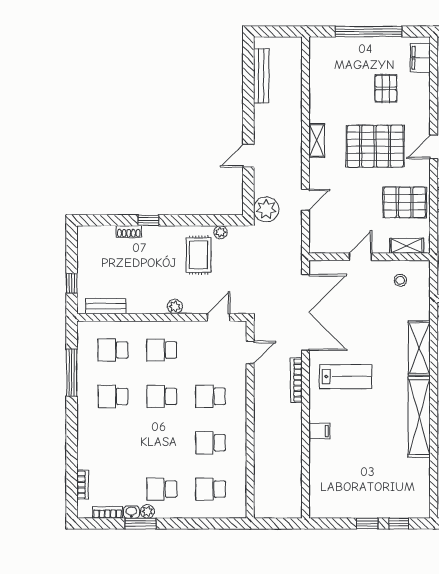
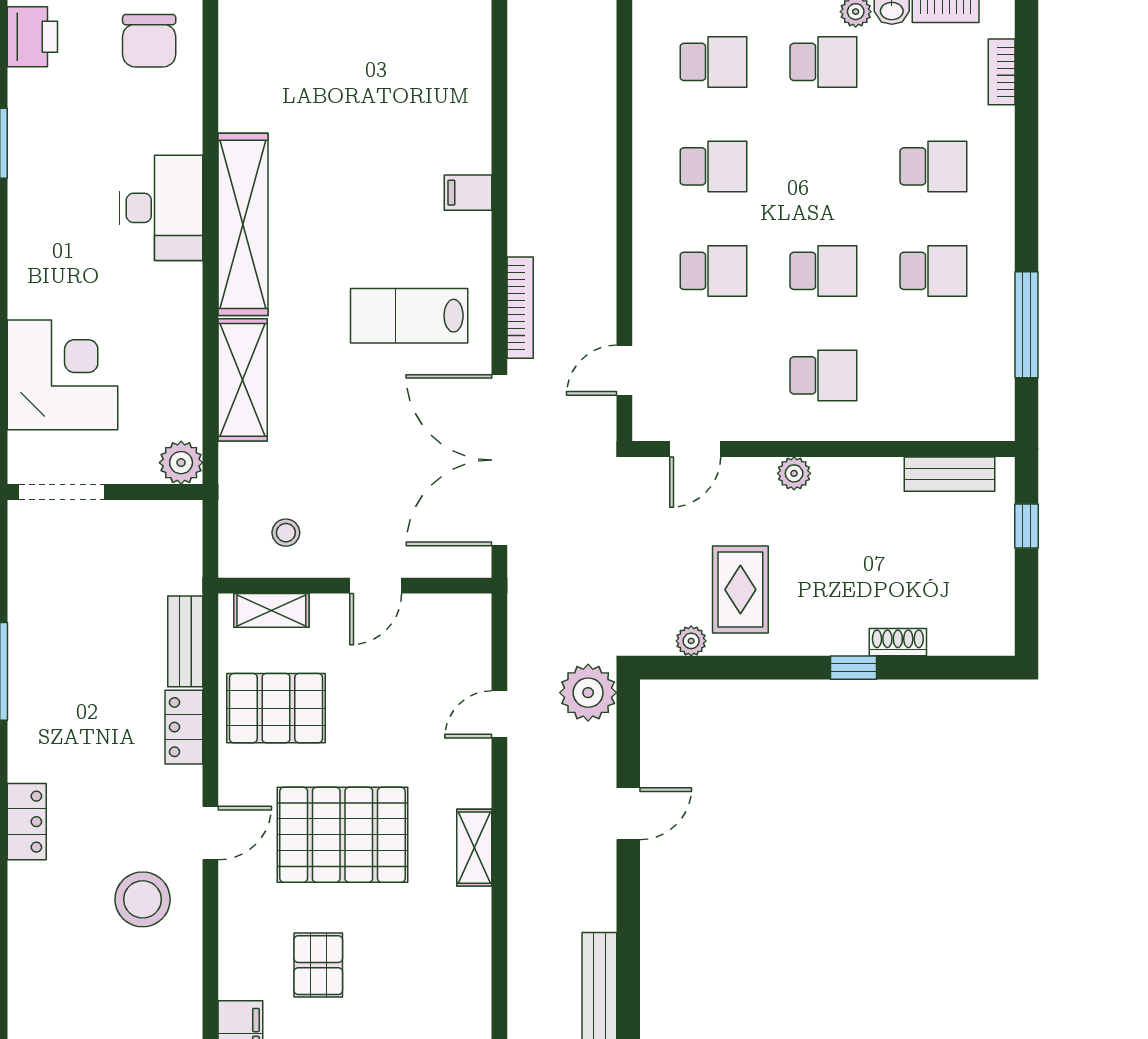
school desk: (113, 350) -> (933, 166), moved

